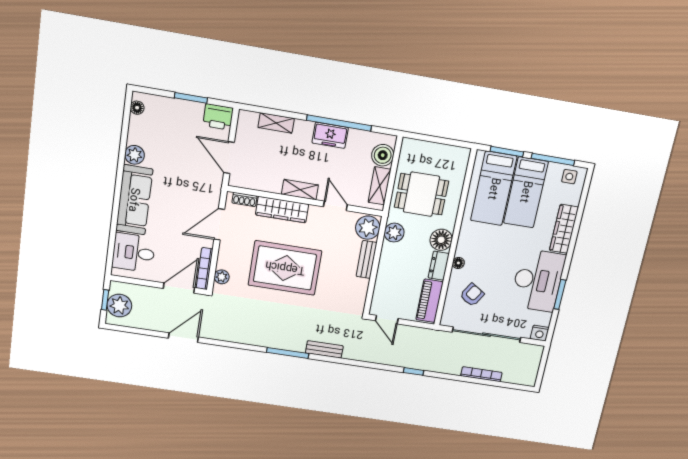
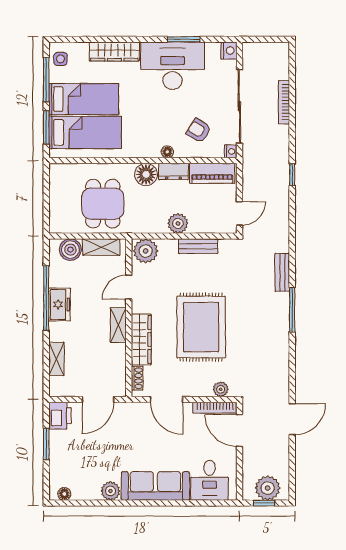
plant: (394, 233) -> (178, 223), moved
bench: (366, 259) -> (198, 246), moved
nightstand: (446, 321) -> (231, 151), added
door: (183, 338) -> (292, 419), swing flipped

